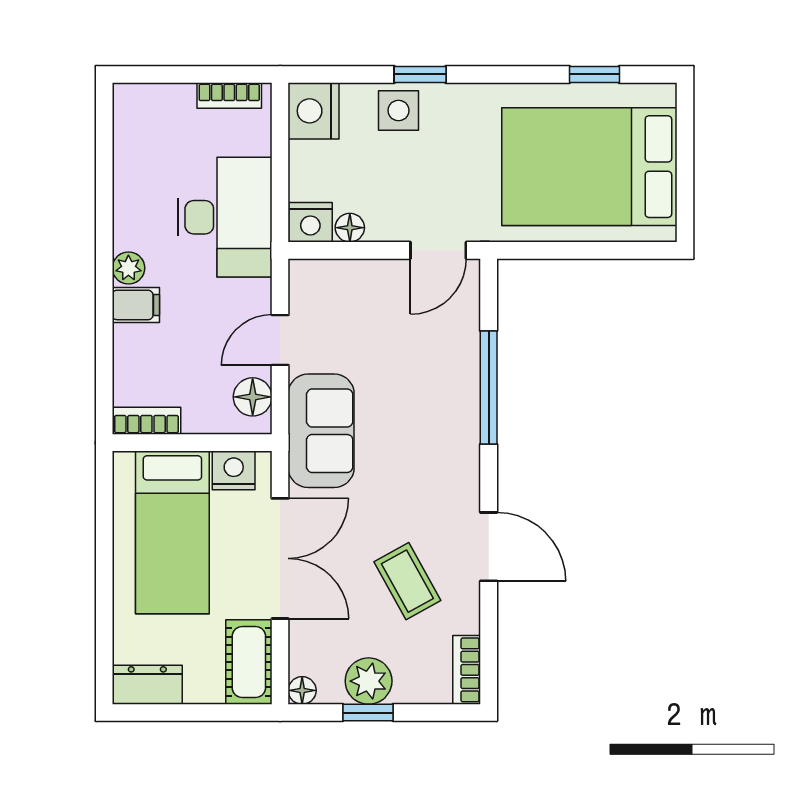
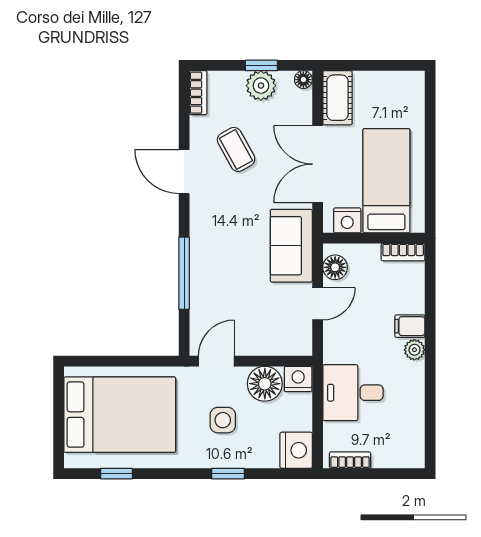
side table: (399, 110) -> (223, 420), moved
desk: (225, 217) -> (353, 393), width x0.73
floor lamp: (350, 228) -> (265, 384), width x1.89, depth x1.89
dresser: (147, 685) -> (402, 83), removed

